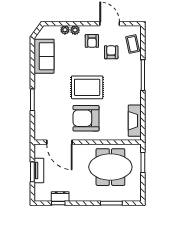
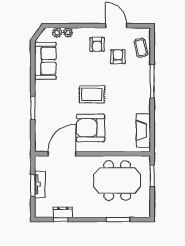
plant: (75, 30) -> (57, 33), moved
rug: (87, 87) -> (92, 94), width x0.73, depth x0.70
door: (59, 142) -> (62, 154), swing flipped

